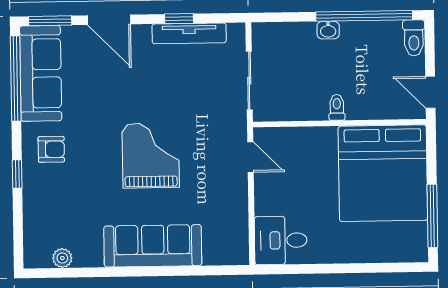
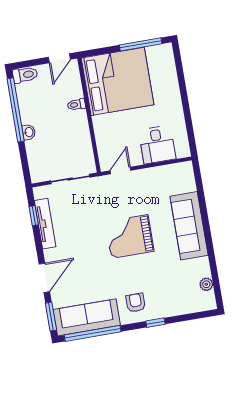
window: (179, 19) -> (34, 216), moved
toilet: (337, 107) -> (76, 105), moved
desk: (281, 240) -> (157, 145), moved

